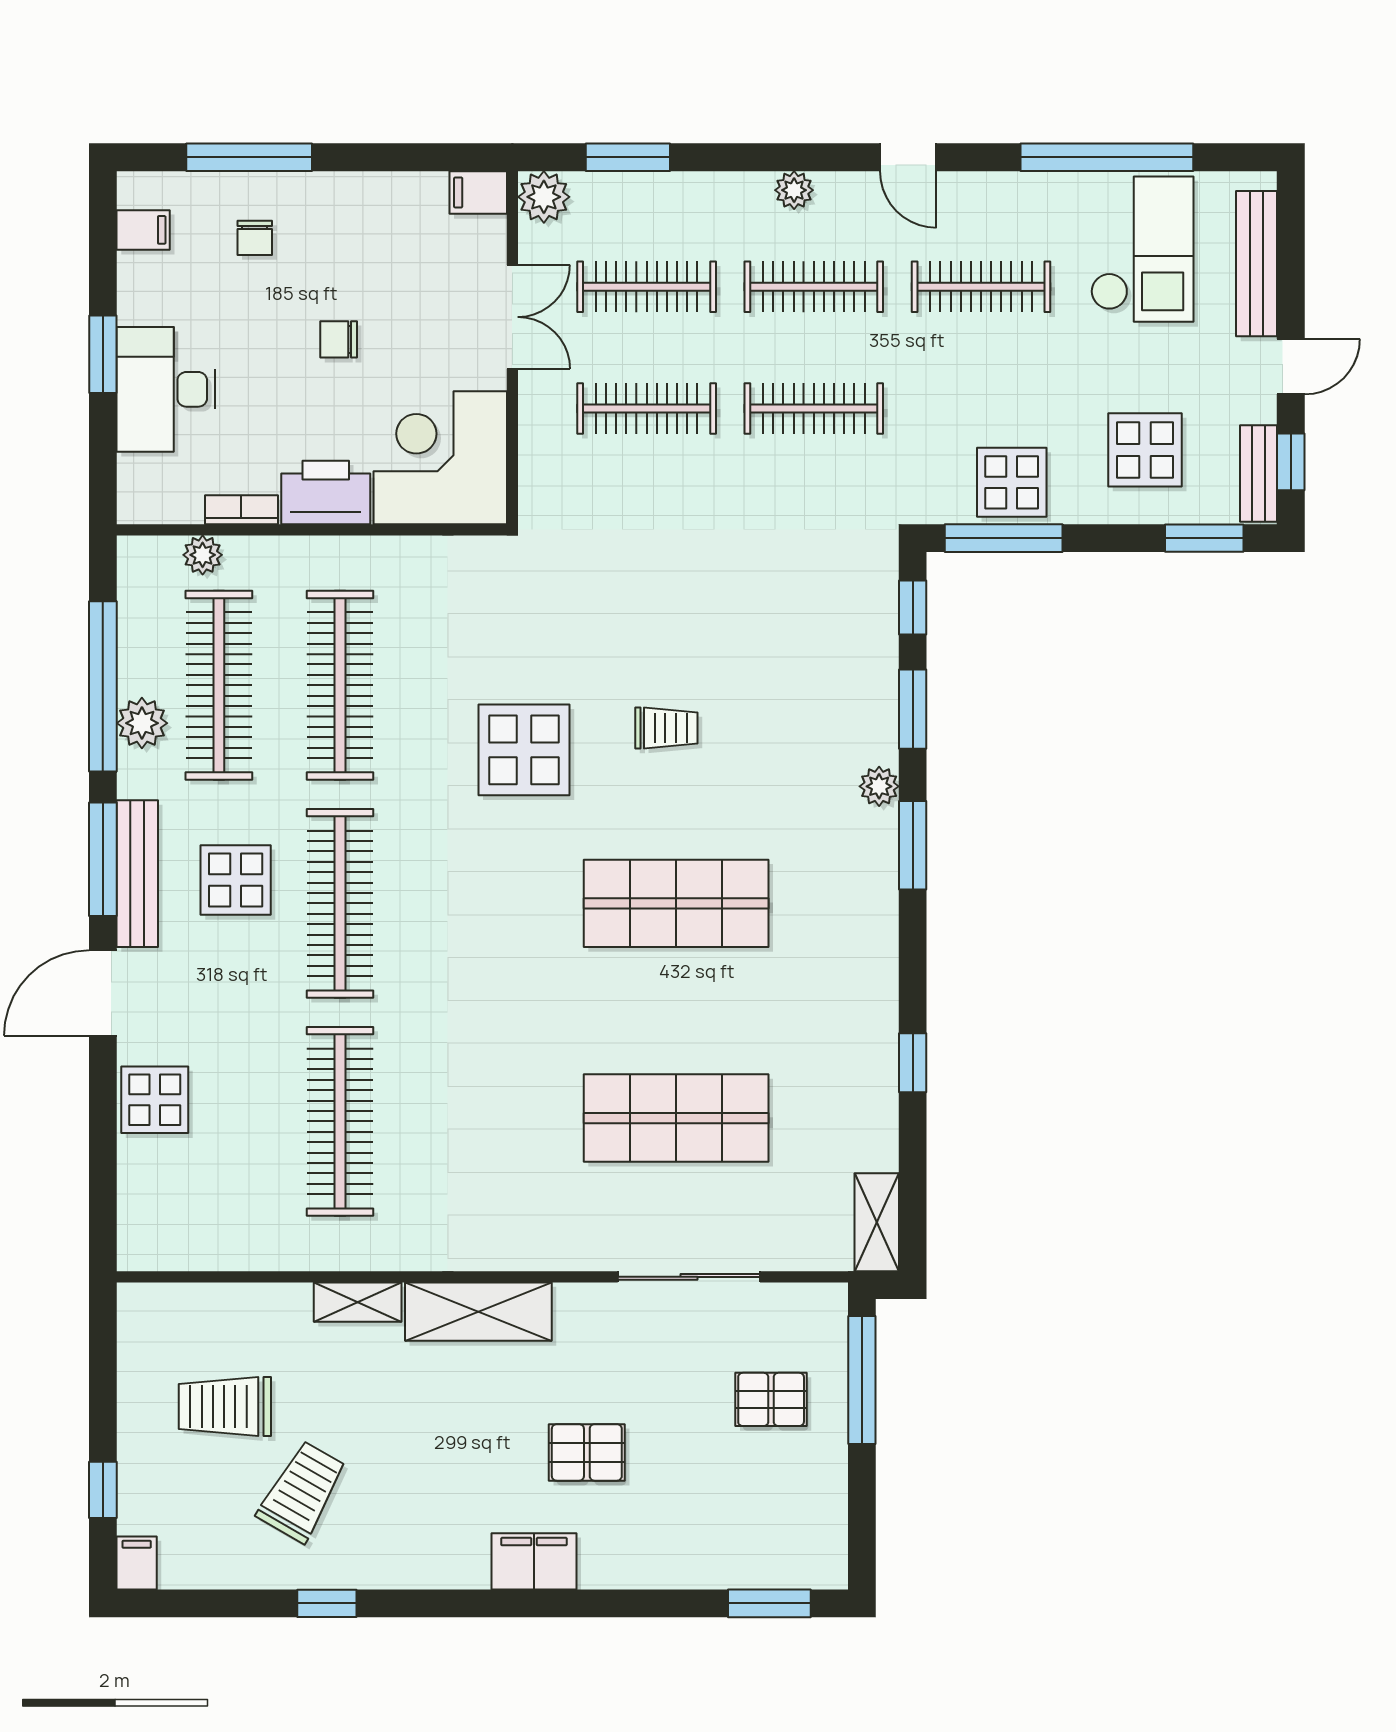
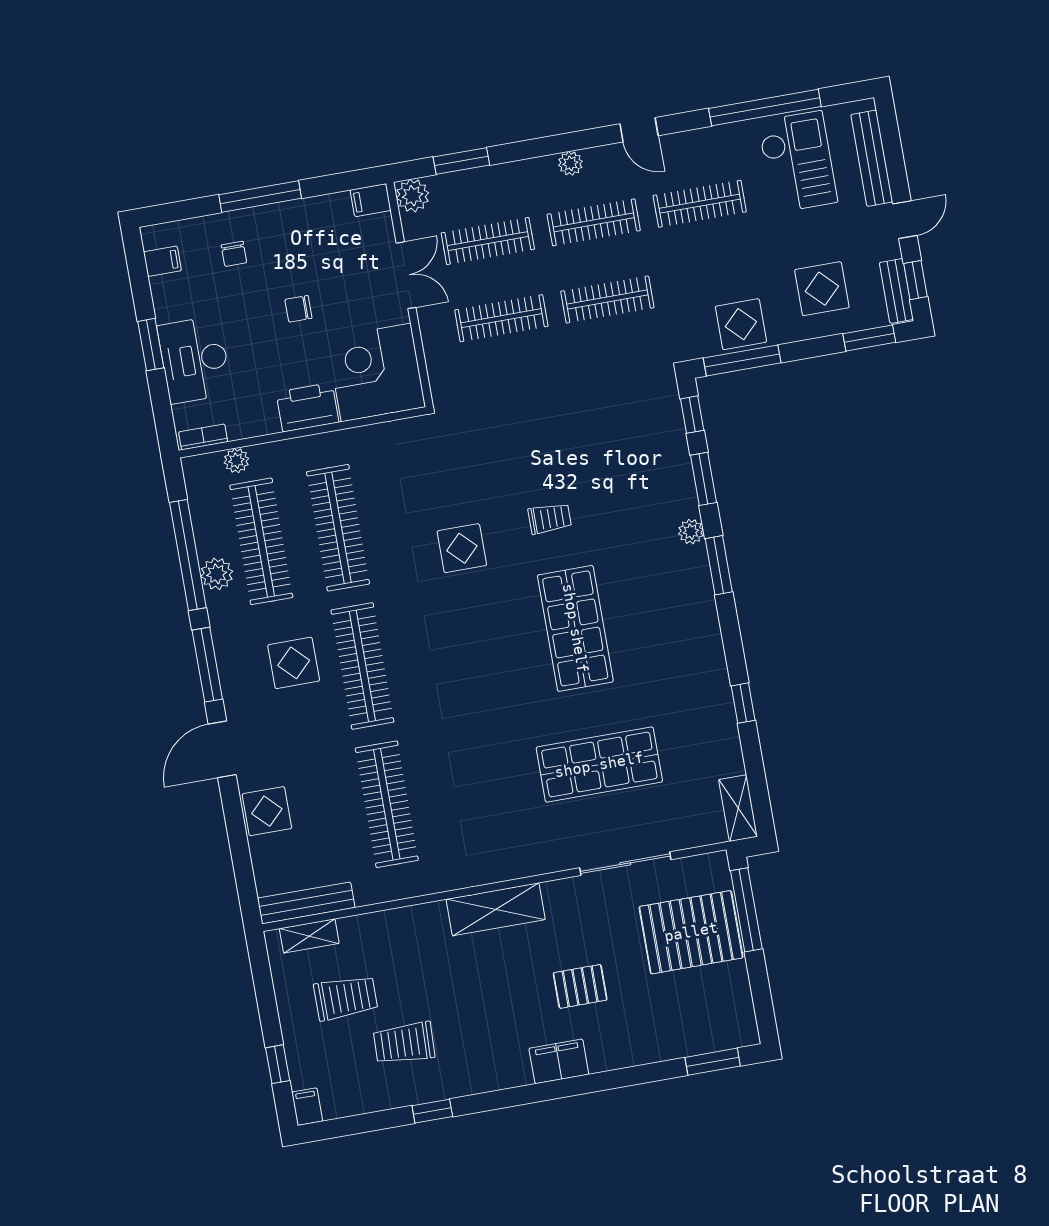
window: (249, 157) -> (260, 197), moved
bookcase: (241, 510) -> (203, 437), moved
display table: (524, 750) -> (462, 548), width x0.73, depth x0.73
bench: (137, 874) -> (306, 903), moved, turned 90
shop shelf: (676, 903) -> (575, 628), turned 90
shelving: (358, 1302) -> (309, 936), moved
pallet: (771, 1399) -> (691, 932), width x2.05, depth x2.00
trolley: (225, 1407) -> (346, 998), turned 180
trolley: (302, 1492) -> (404, 1043), turned -118

